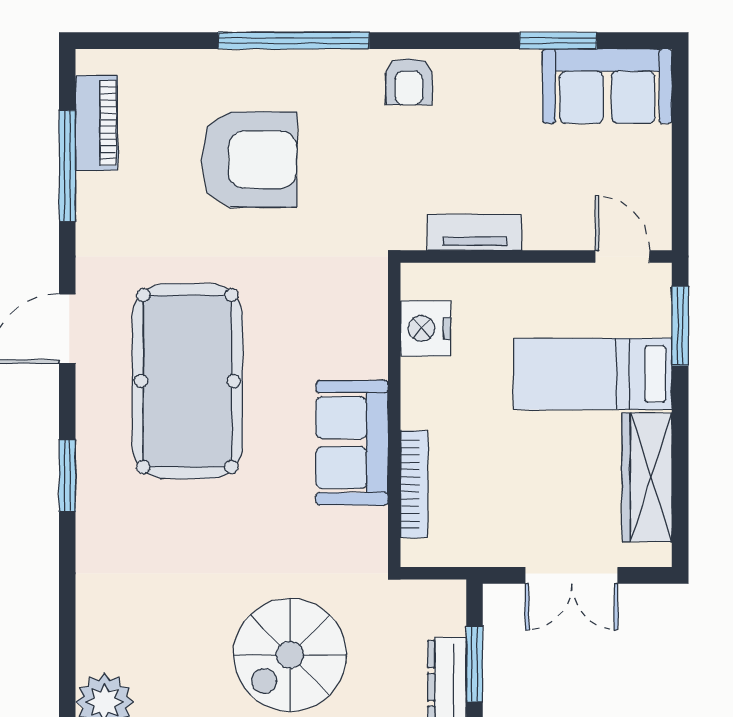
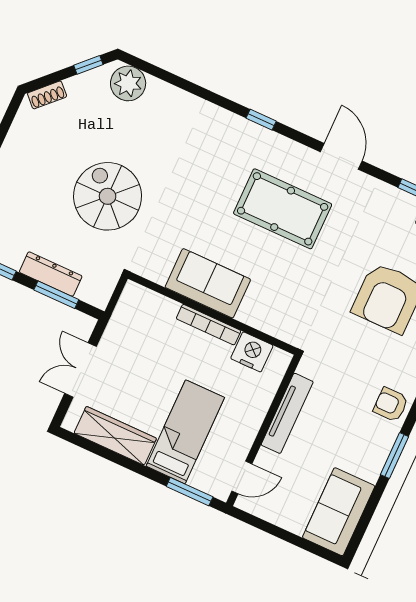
window: (558, 41) -> (394, 456), moved
tv unit: (475, 232) -> (287, 413), width x1.41
pool table: (187, 381) -> (283, 209), width x0.73, depth x0.76
window: (67, 475) -> (261, 120), width x0.67
bookcase: (414, 484) -> (209, 325), moved

